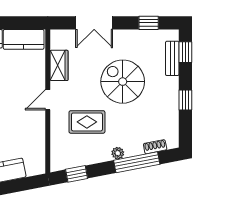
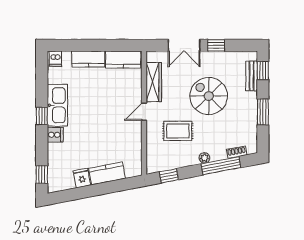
window: (149, 23) -> (216, 45), moved
wardrobe: (59, 65) -> (154, 82), width x1.50
window: (185, 100) -> (263, 112), width x1.50

